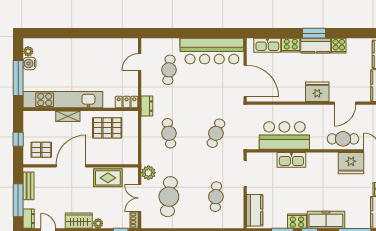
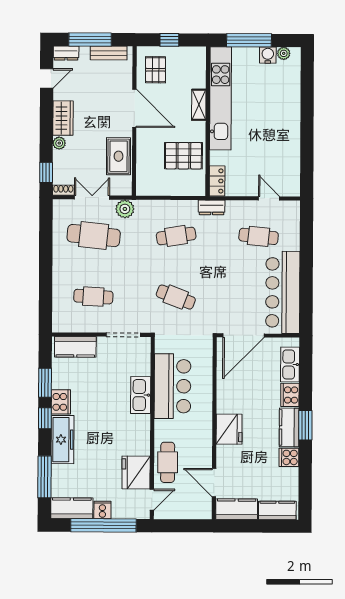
door: (345, 103) -> (214, 483), moved
pallet: (107, 128) -> (183, 156), turned 90

